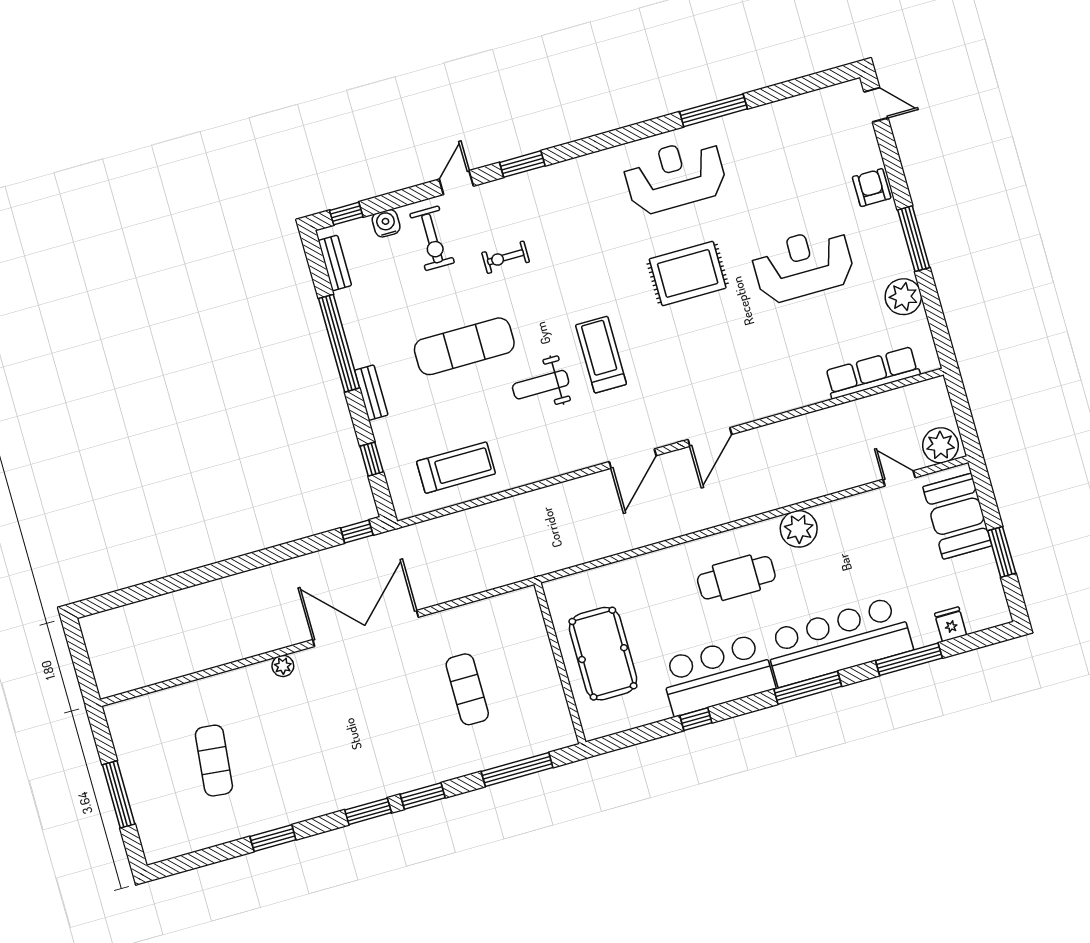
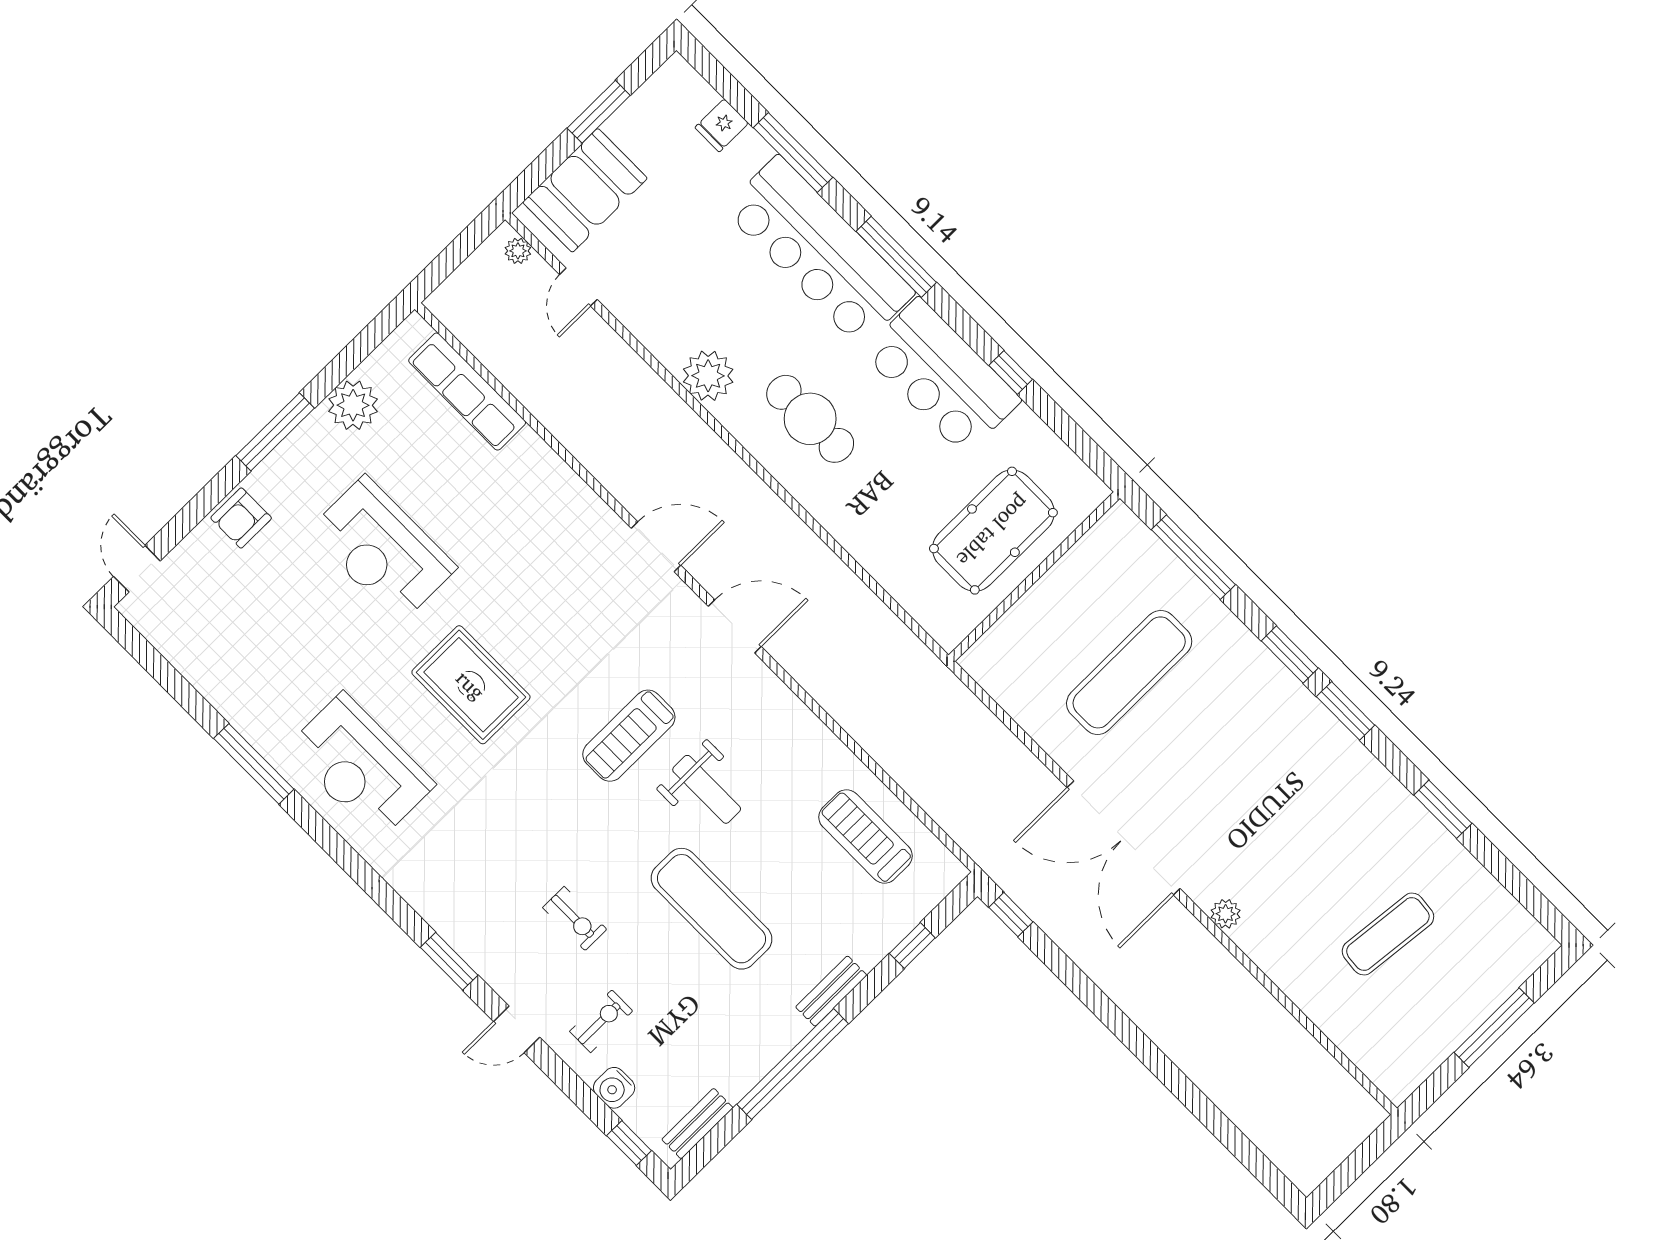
exercise bike: (432, 238) -> (601, 1021), width x0.73, depth x0.72
plant: (940, 445) -> (518, 251), width x0.53, depth x0.53
exercise mat: (467, 689) -> (1129, 672), width x1.36, depth x1.45

